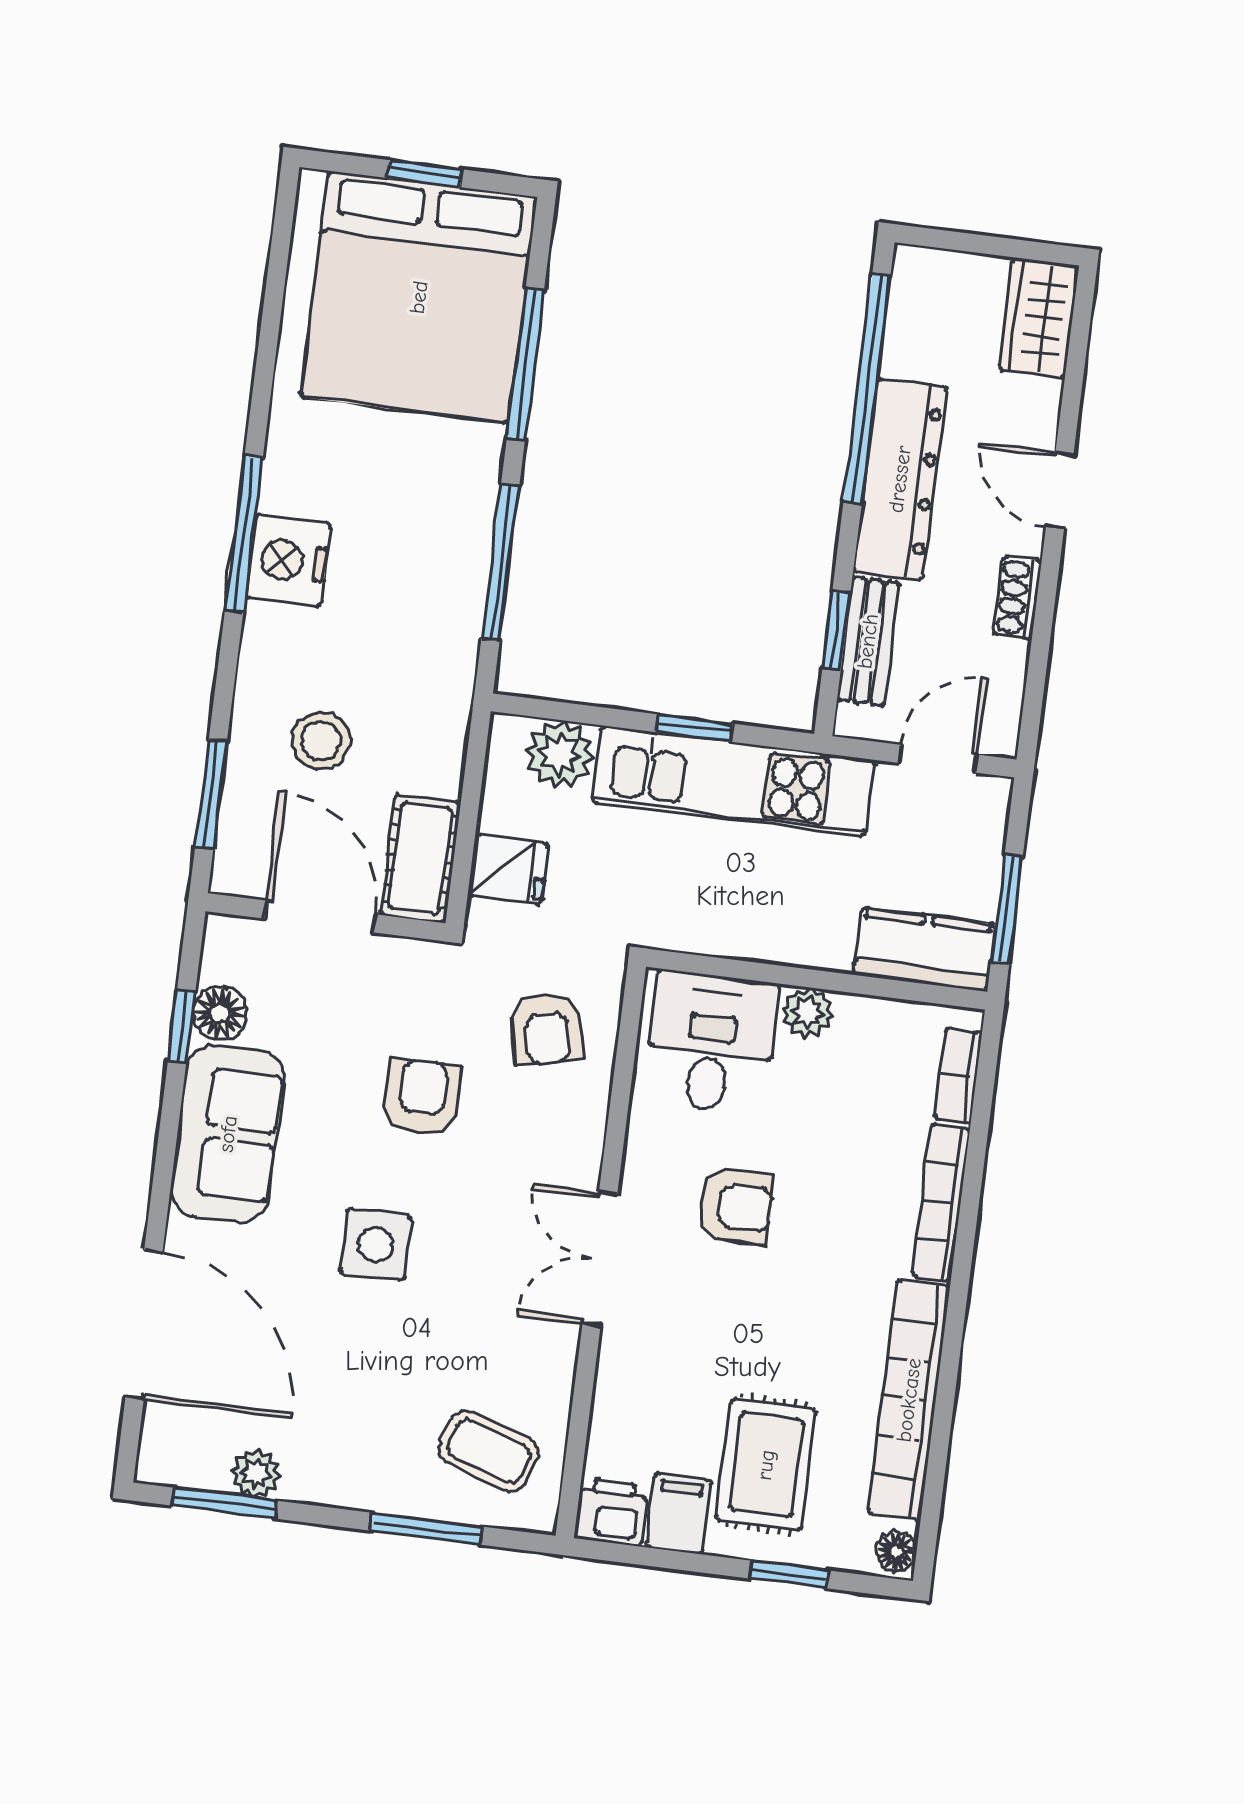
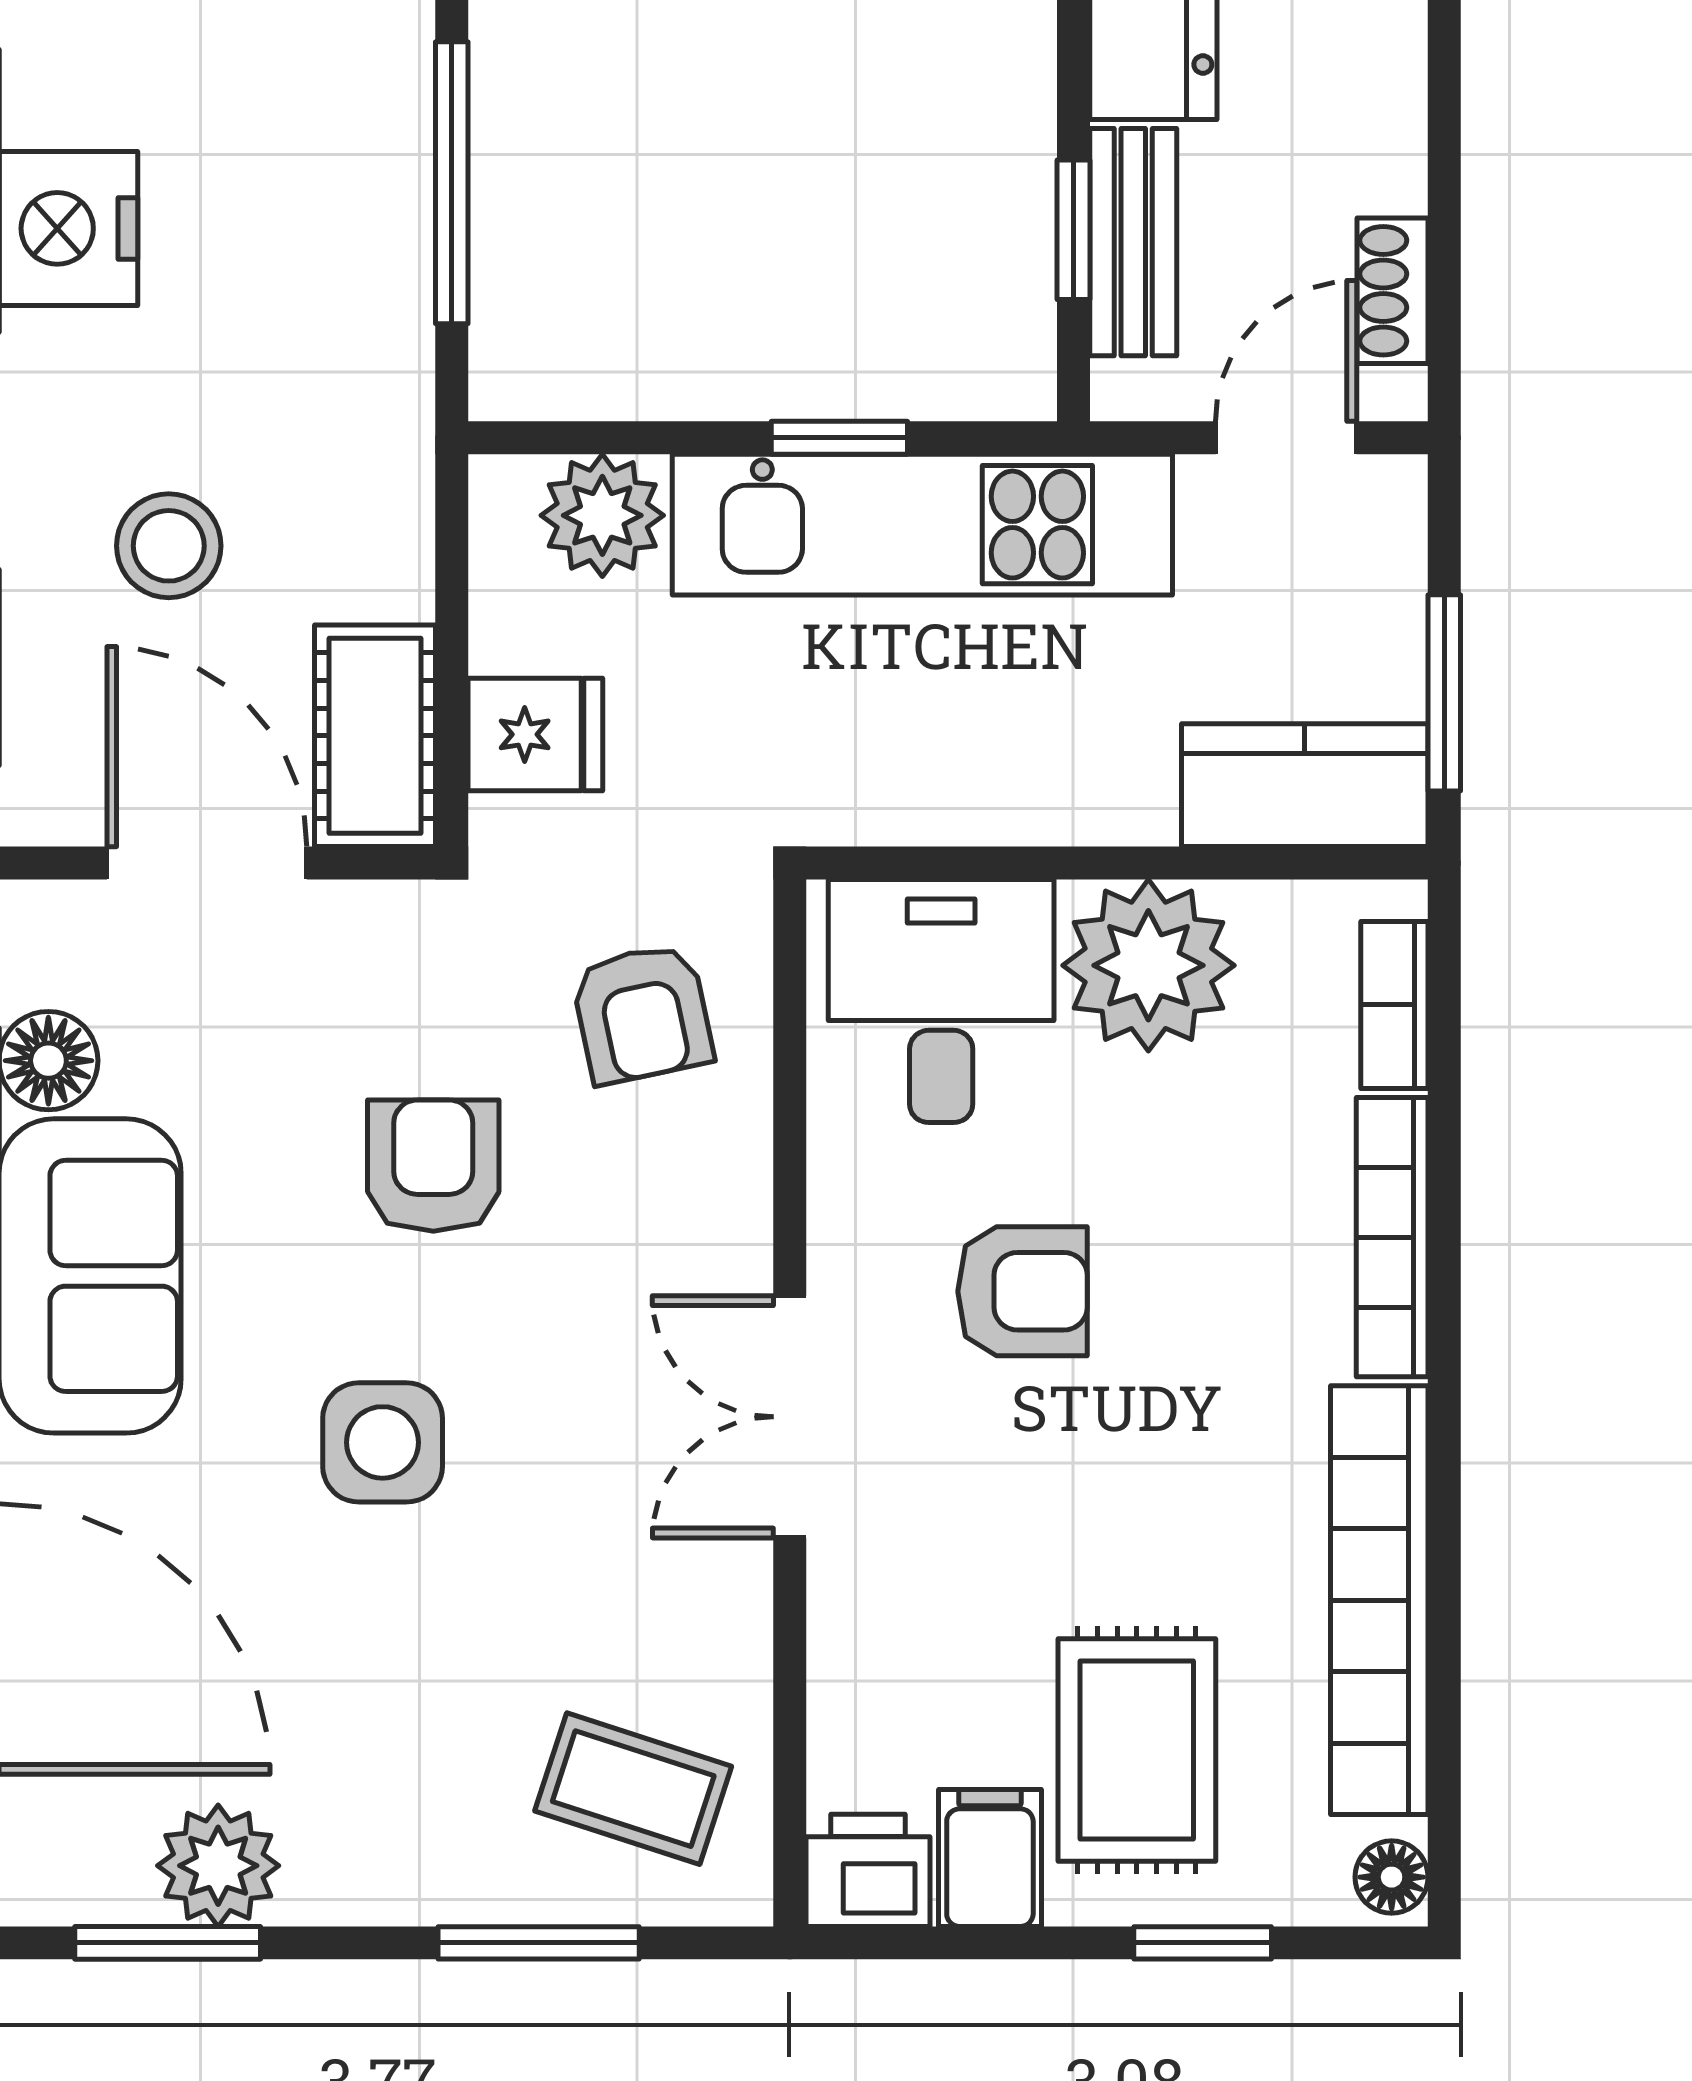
shoe rack: (1018, 598) -> (1393, 291), moved
plant: (808, 1013) -> (1148, 965), width x1.88, depth x1.88
plant: (256, 1474) -> (218, 1866), width x1.38, depth x1.38

